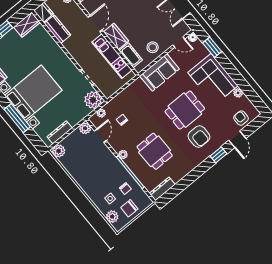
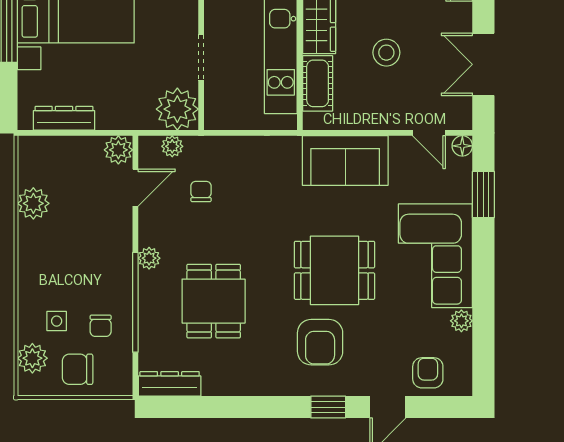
stool: (153, 47) -> (386, 53), moved
plant: (59, 151) -> (33, 203), moved

